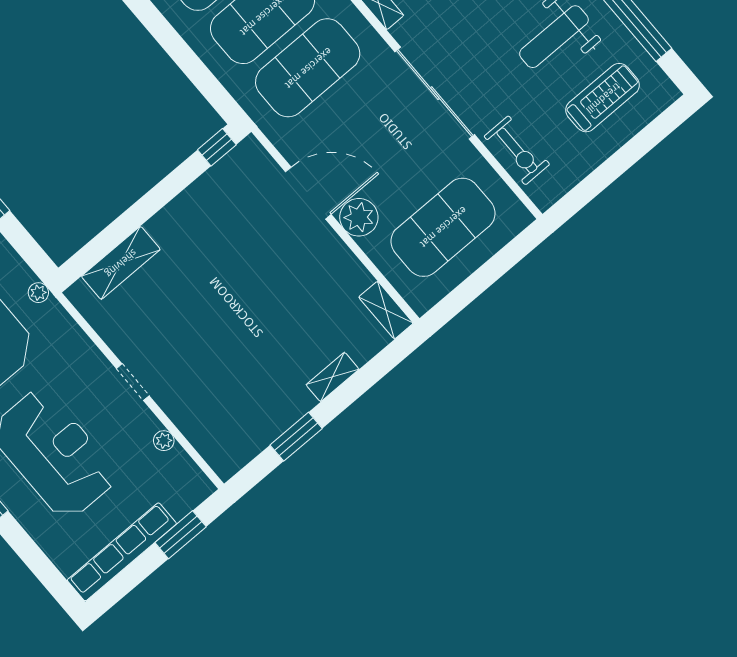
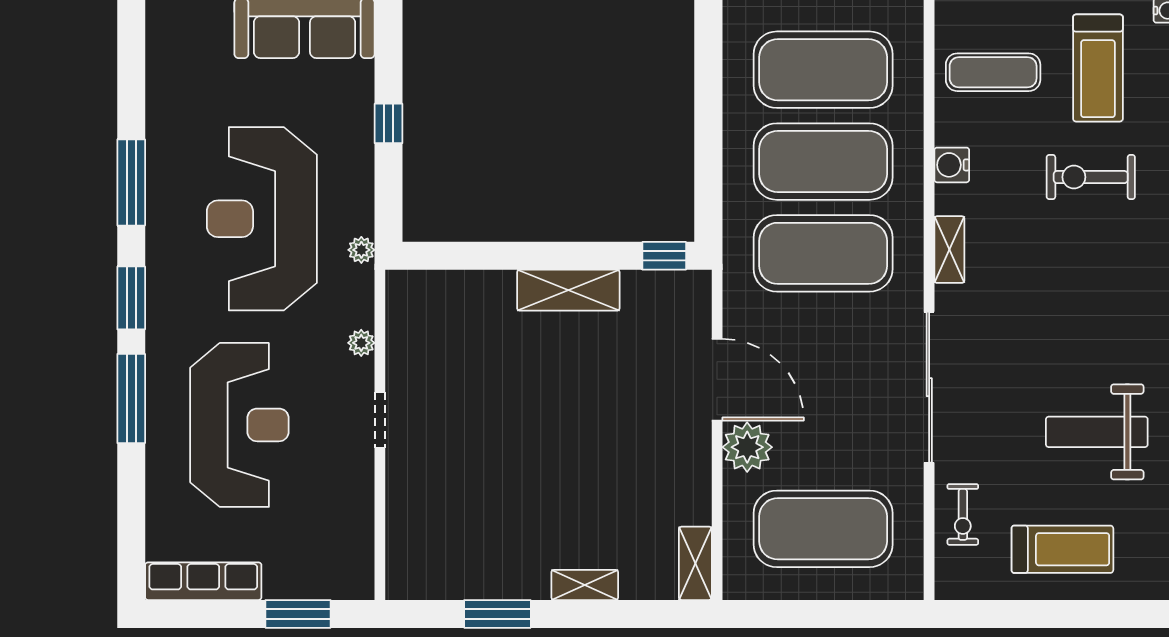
treadmill: (603, 98) -> (1062, 549), moved
exercise bike: (517, 150) -> (963, 514), width x0.73, depth x0.72
shelving: (121, 263) -> (568, 290), moved
plant: (164, 441) -> (361, 343), moved
row of seats: (122, 552) -> (203, 581), width x0.73

